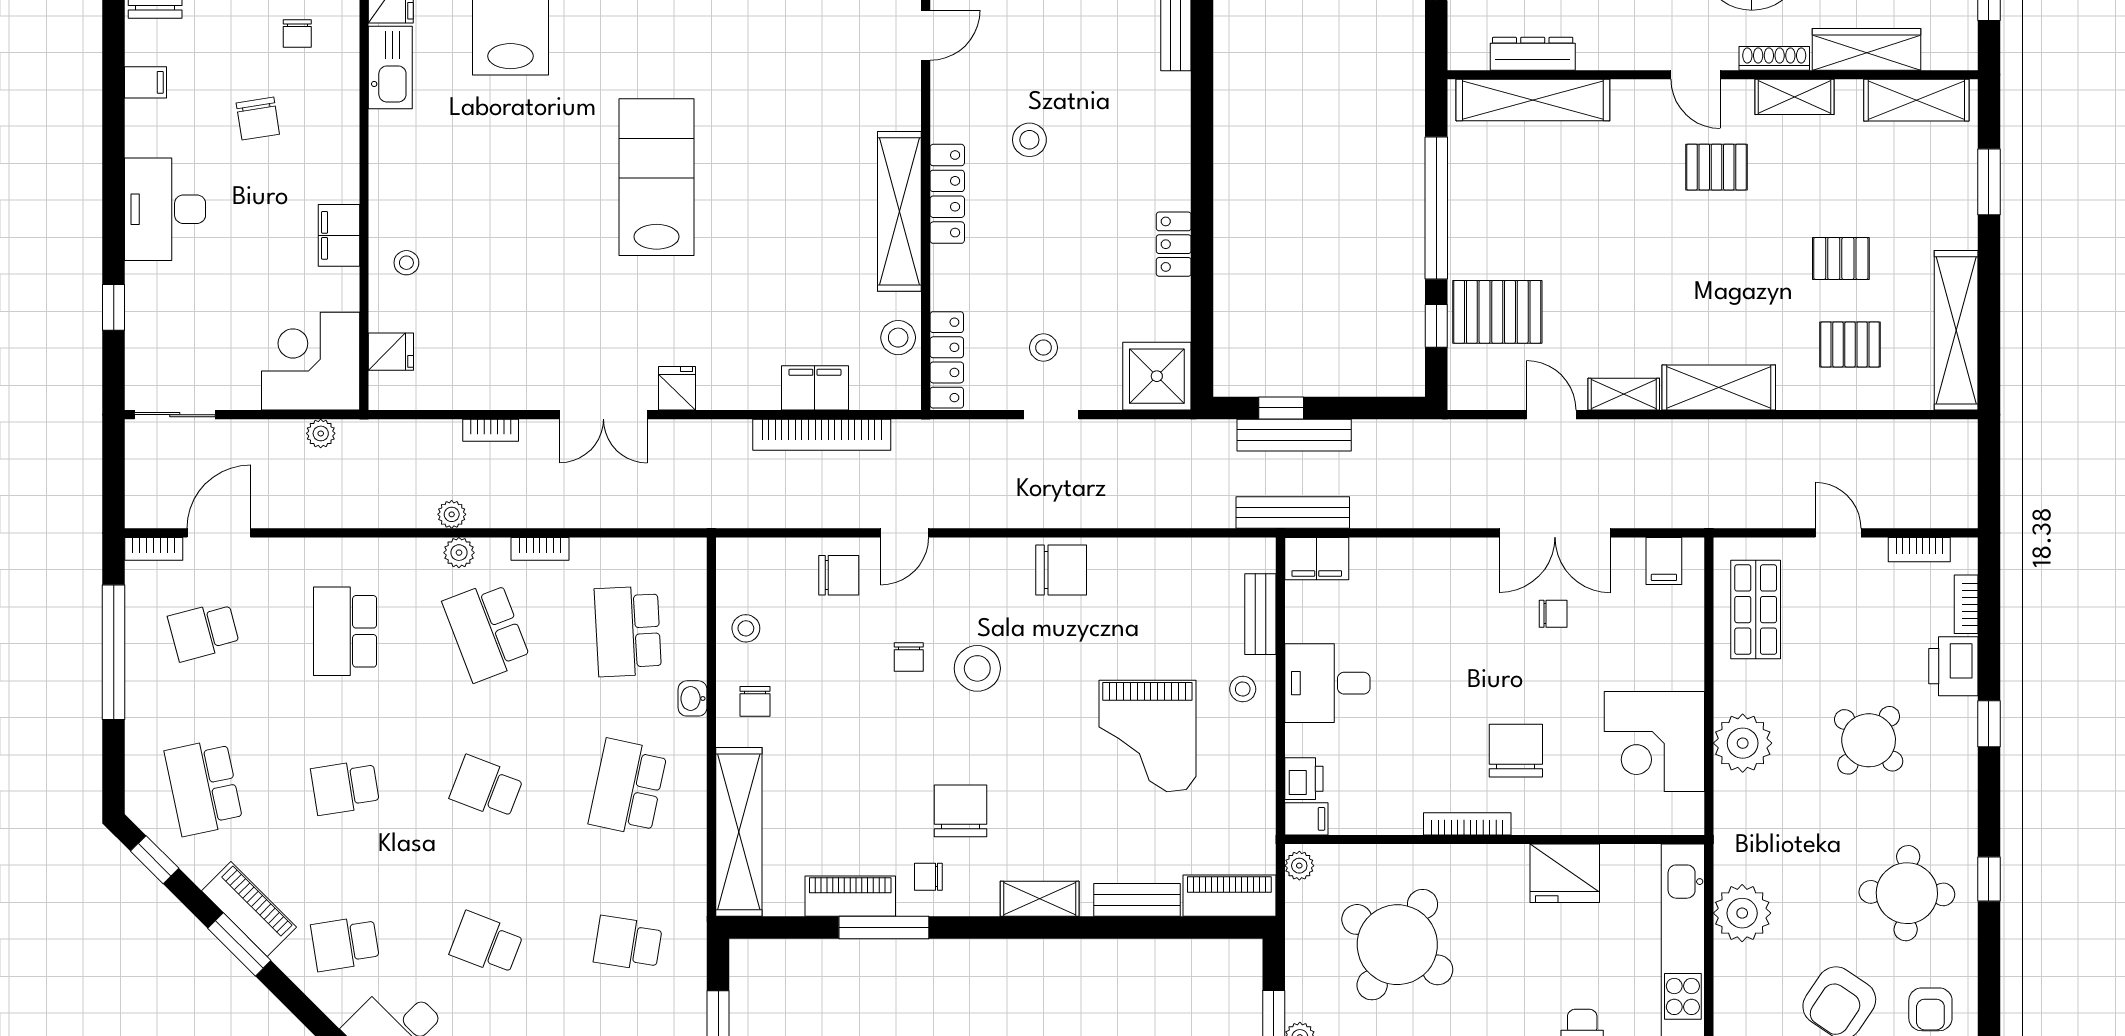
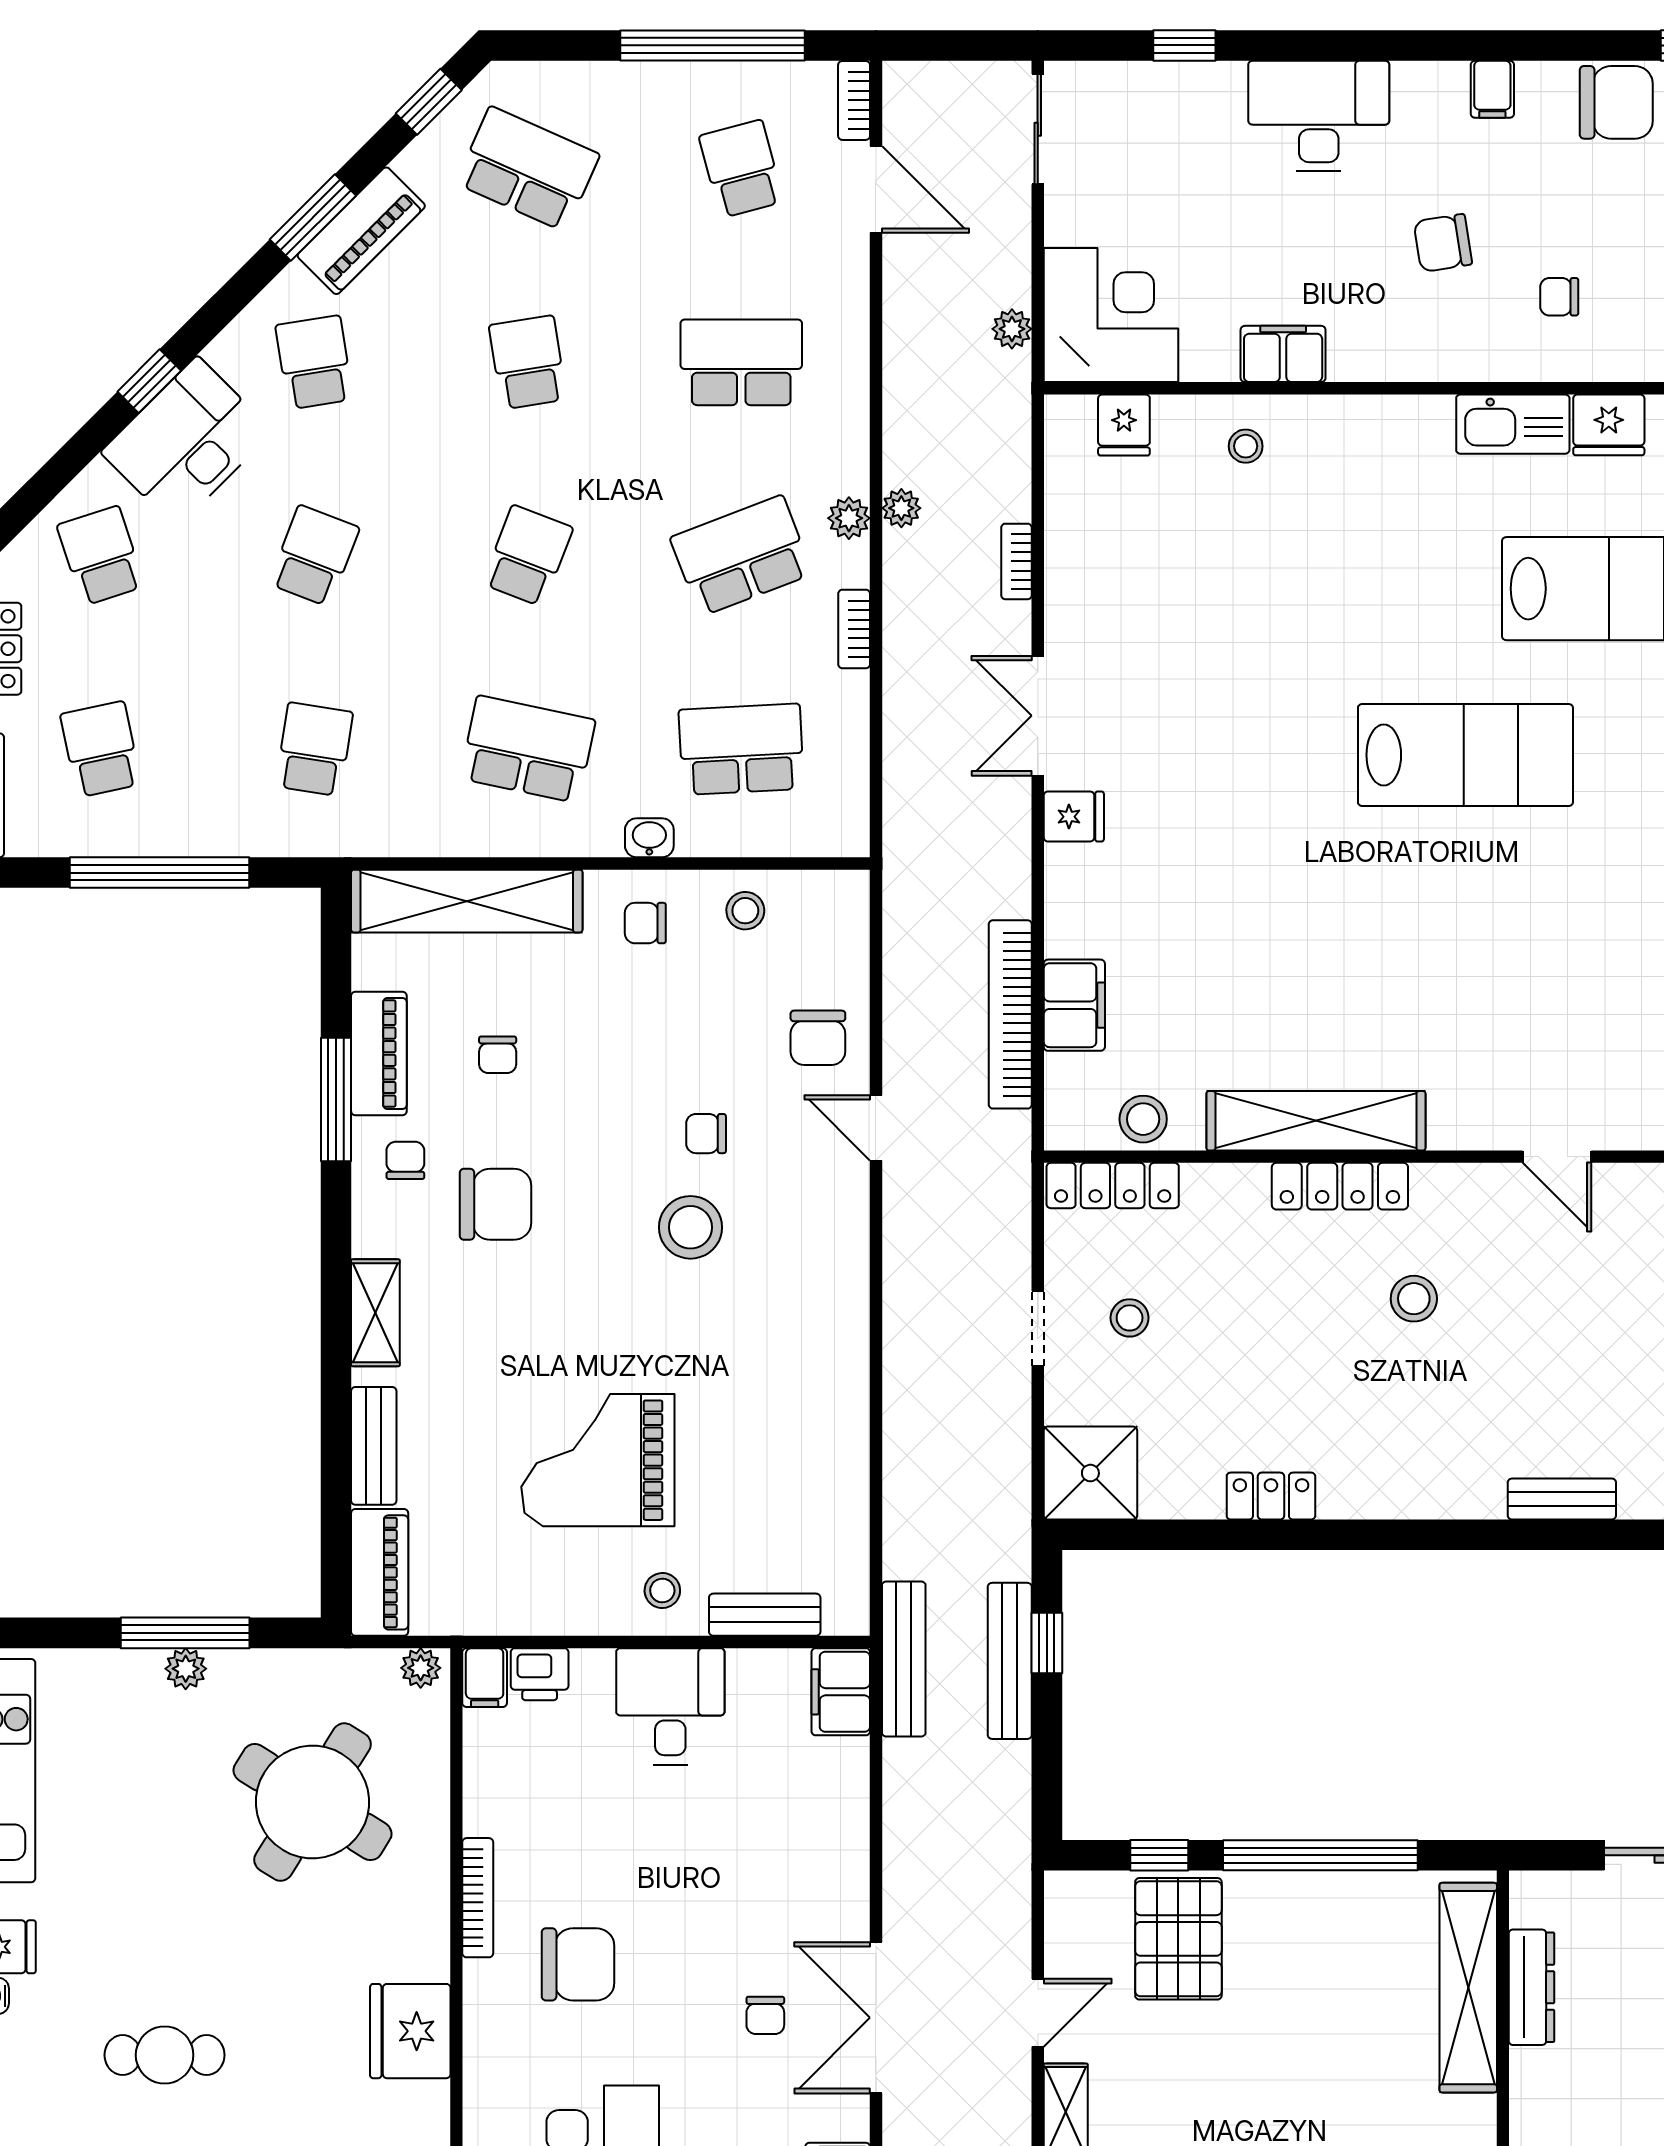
lab bench: (657, 177) -> (1465, 755), moved
chair: (1061, 570) -> (498, 1055), moved, width x0.54, depth x0.54
school desk: (204, 787) -> (528, 169), turned 36

